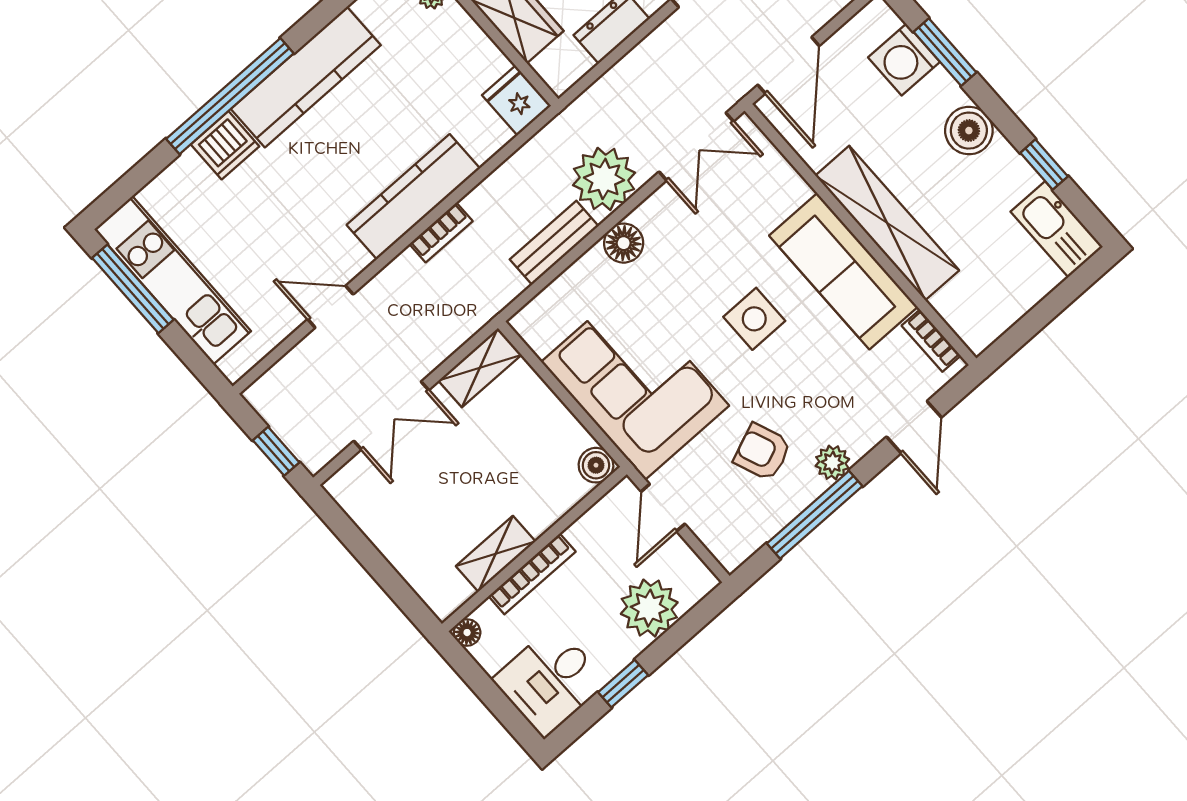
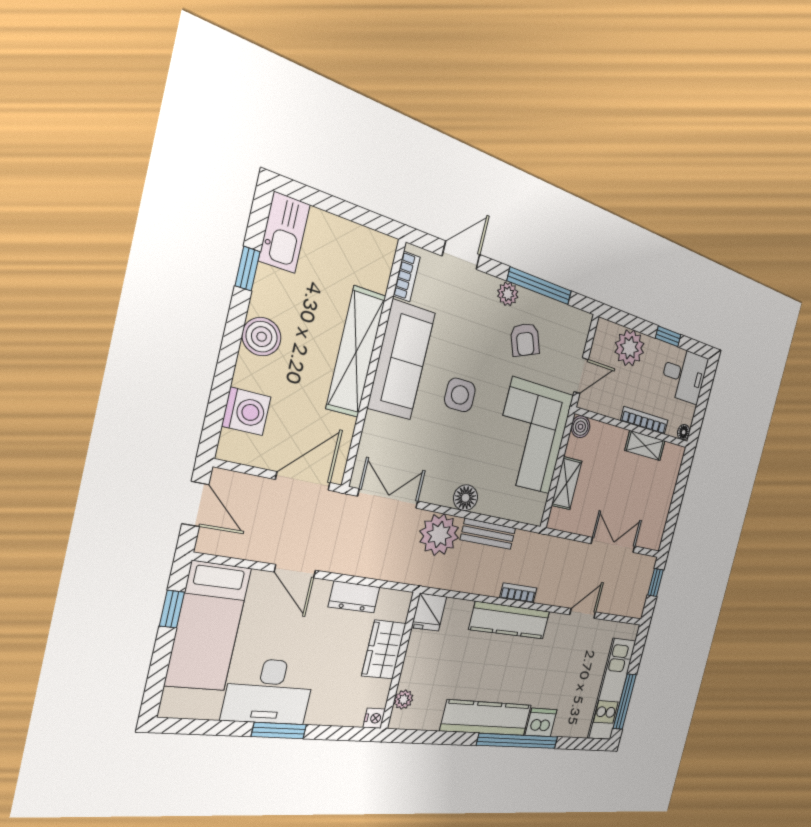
window: (945, 52) -> (221, 388), removed
door: (330, 307) -> (583, 613), swing flipped
shelving: (480, 368) -> (567, 483), moved, turned 90

